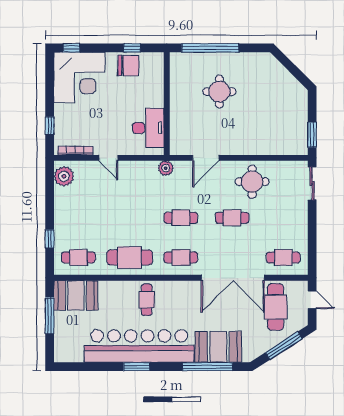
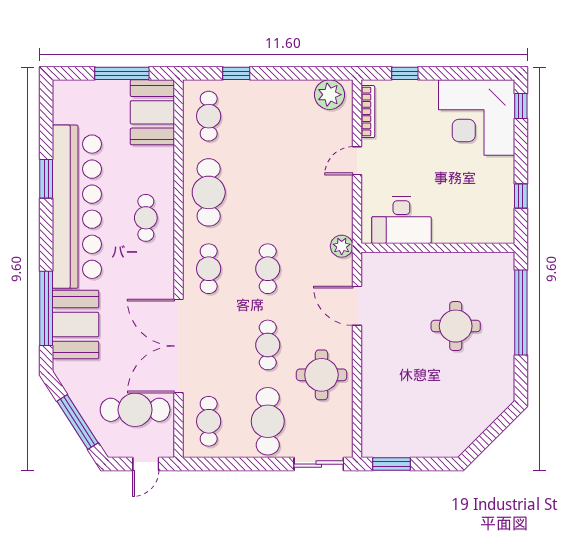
chair: (128, 66) -> (494, 191), removed
cafe table: (283, 218) -> (268, 421), added
cafe table: (147, 300) -> (146, 218), turned 90
window: (137, 367) -> (46, 179), moved

